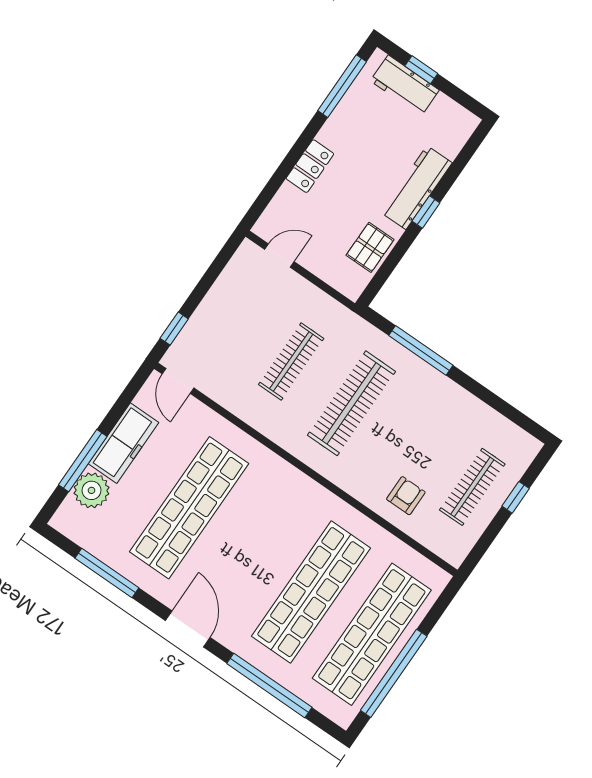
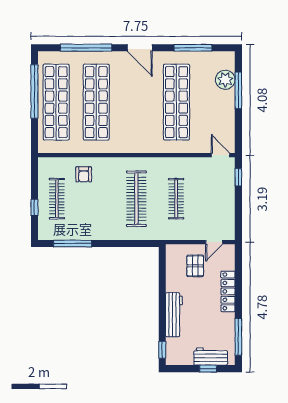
locker: (310, 166) -> (228, 291), width x1.53
window: (426, 212) -> (162, 350), moved
pallet: (370, 247) -> (195, 266), moved
window: (421, 350) -> (73, 244), moved
freezer: (123, 443) -> (226, 111), removed

